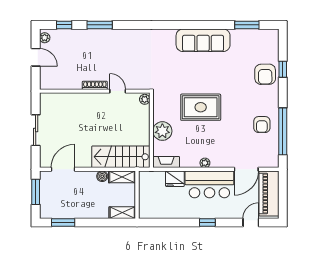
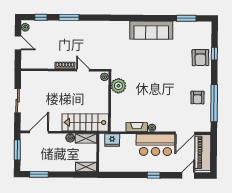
rug: (201, 107) -> (149, 83), removed
plant: (162, 131) -> (118, 86), moved
fireplace: (166, 162) -> (137, 127), moved
fridge: (175, 179) -> (112, 140), moved

